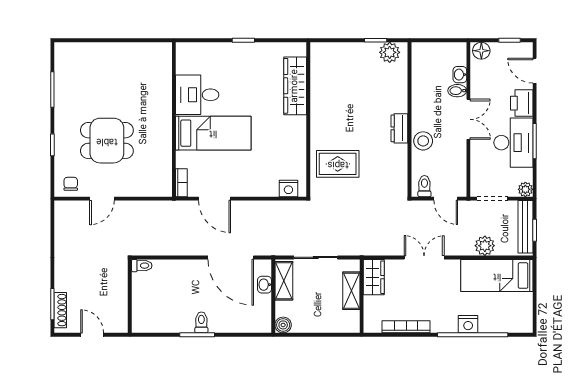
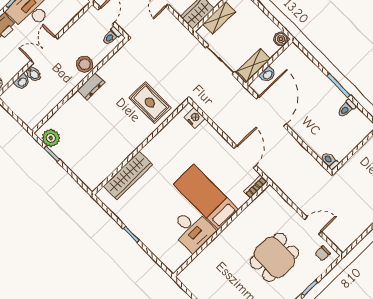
dining table: (107, 141) -> (274, 257), turned 90
toilet: (201, 322) -> (346, 109), moved

